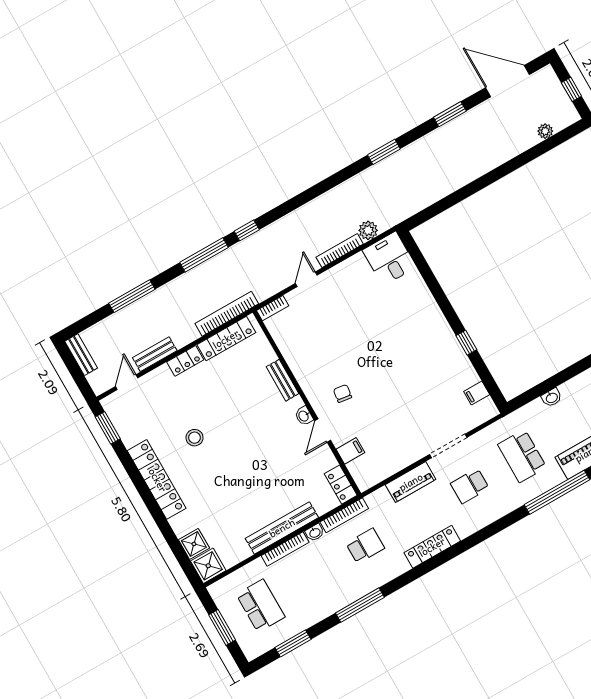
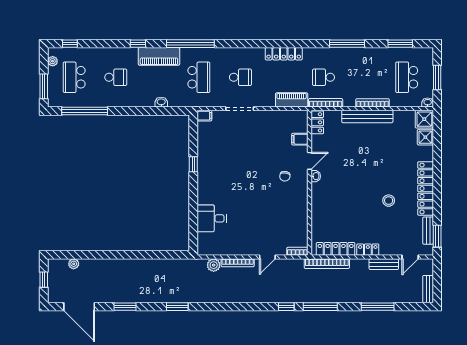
desk: (389, 259) -> (212, 218), moved, turned 90
bench: (282, 380) -> (428, 231), moved
filing cabinet: (477, 393) -> (204, 116), moved
piano: (411, 482) -> (292, 100), moved
washbasin: (315, 533) -> (428, 103), moved

